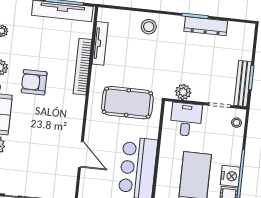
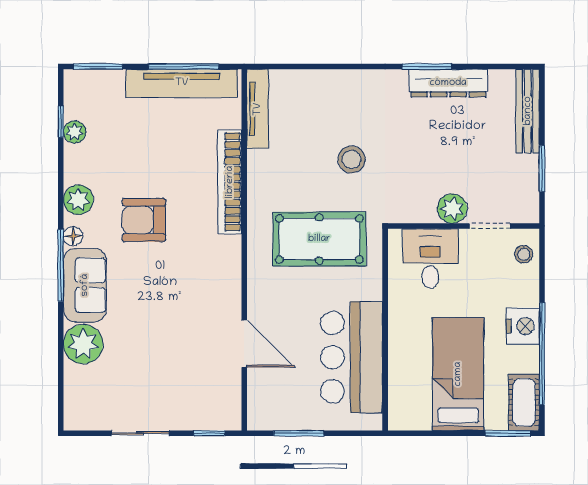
stool: (149, 27) -> (352, 159), moved
tv unit: (100, 43) -> (258, 109), moved
bench: (243, 84) -> (528, 111), moved
plant: (183, 92) -> (452, 209), moved
nightstand: (230, 176) -> (523, 326), moved

